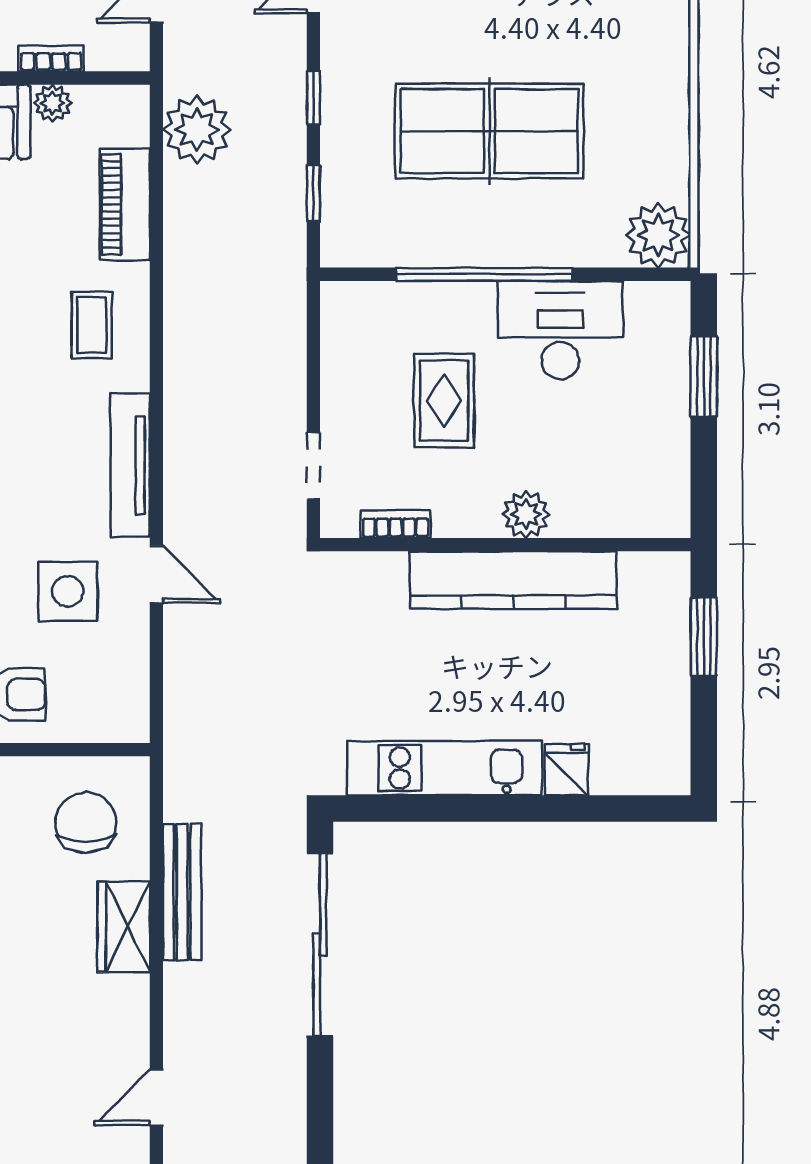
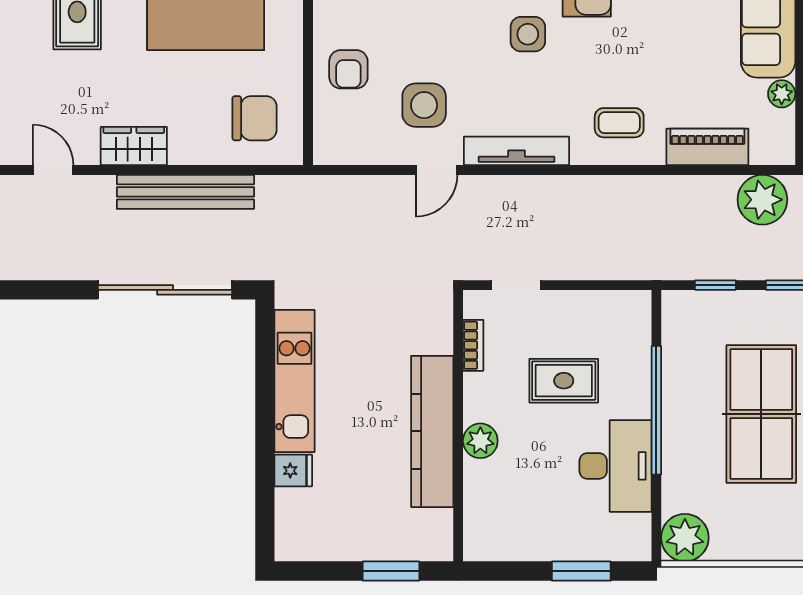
bench: (182, 892) -> (185, 192), width x1.37, depth x1.21
wardrobe: (124, 927) -> (134, 146), moved

